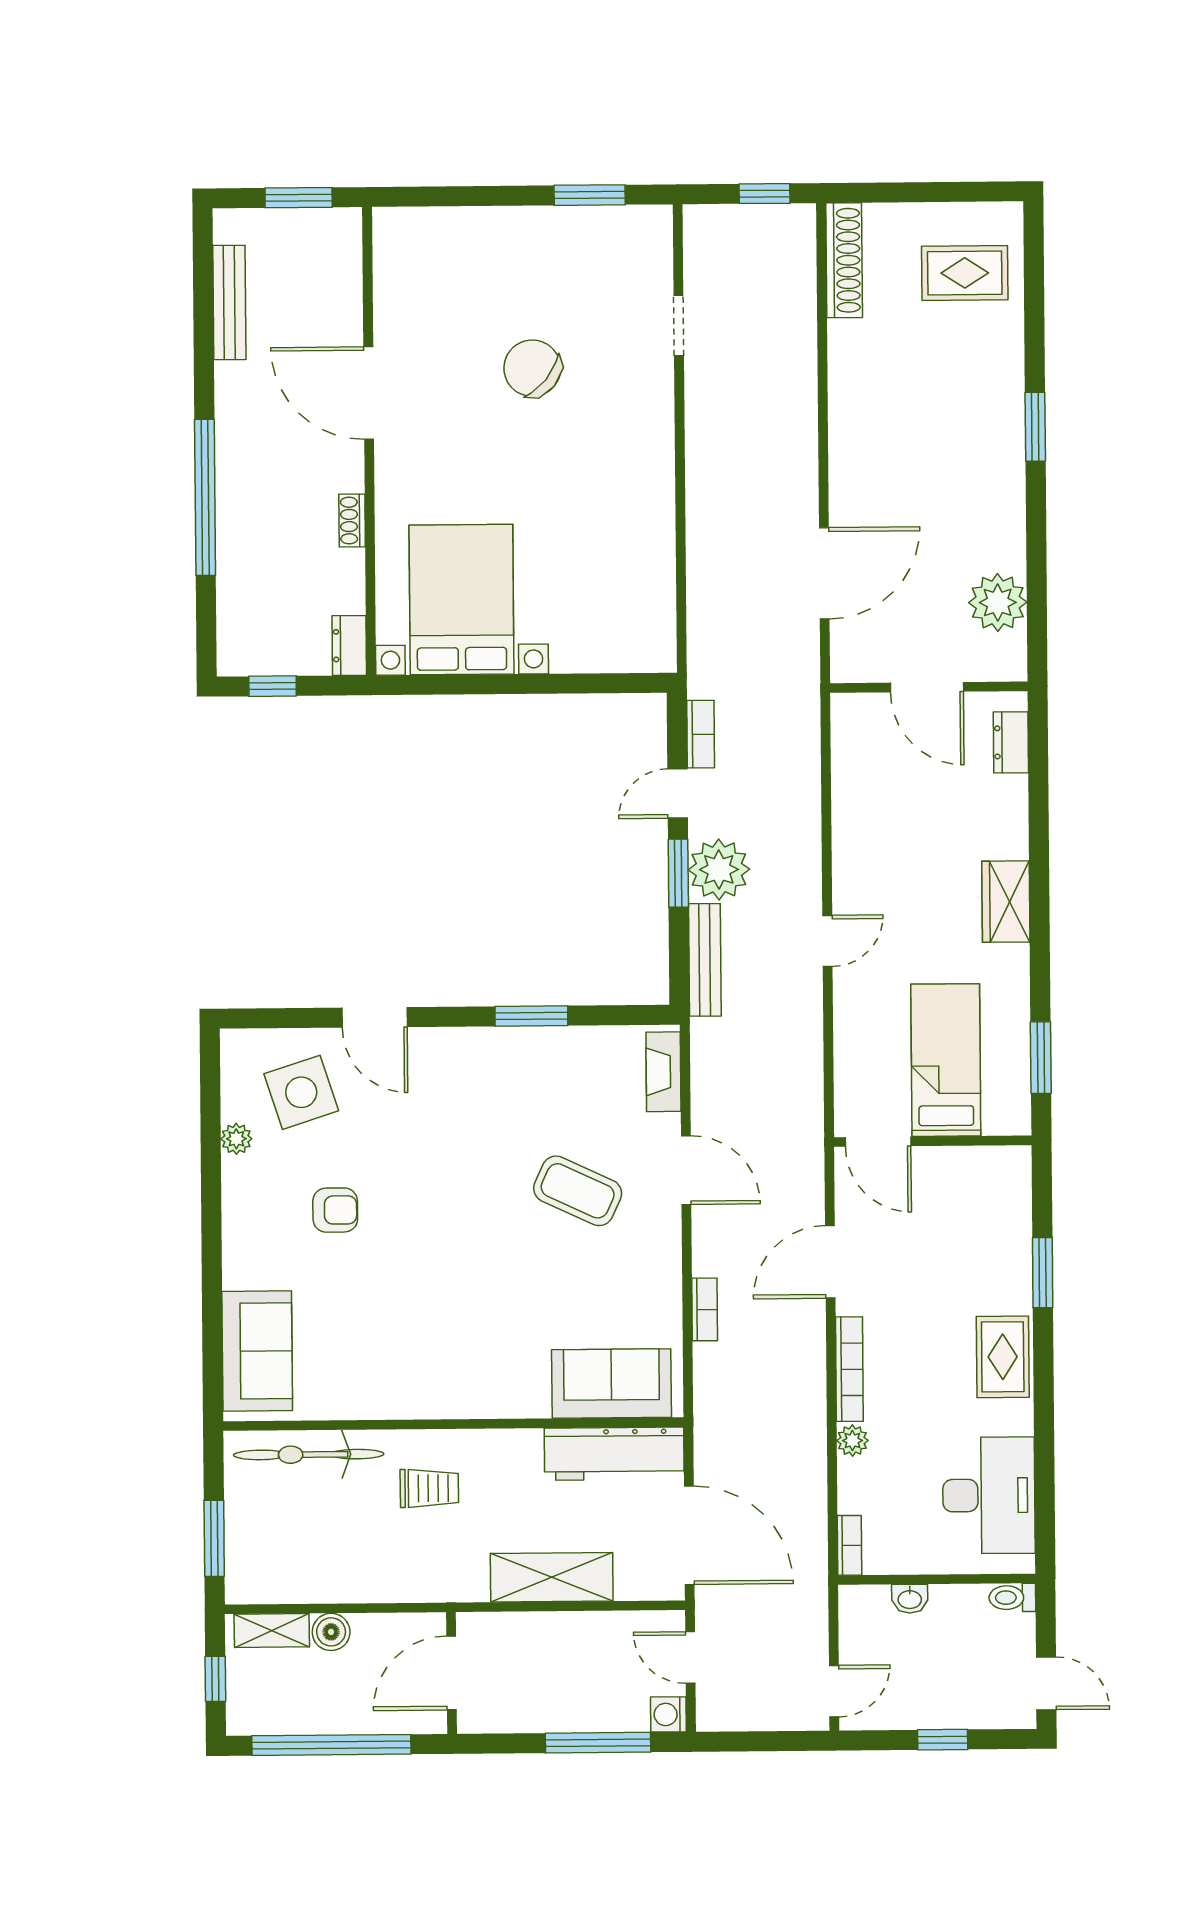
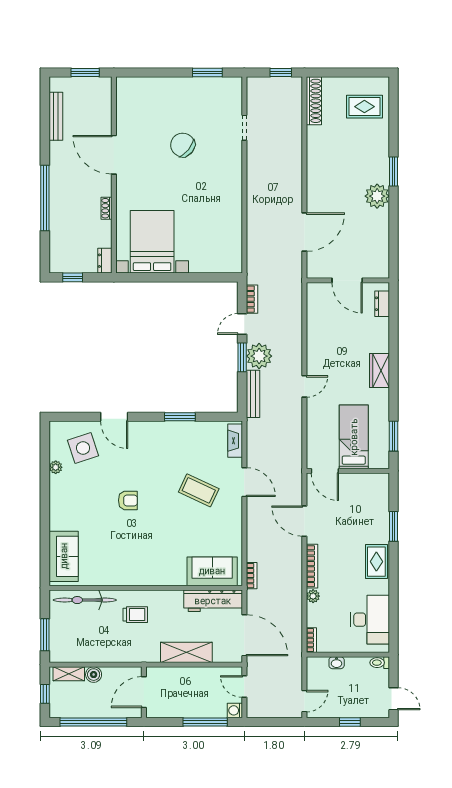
plant: (998, 602) -> (377, 196), moved
armchair: (335, 1210) -> (128, 500), moved
door: (830, 1262) -> (304, 521), hinge flipped
bookcase: (705, 1309) -> (252, 576), moved

